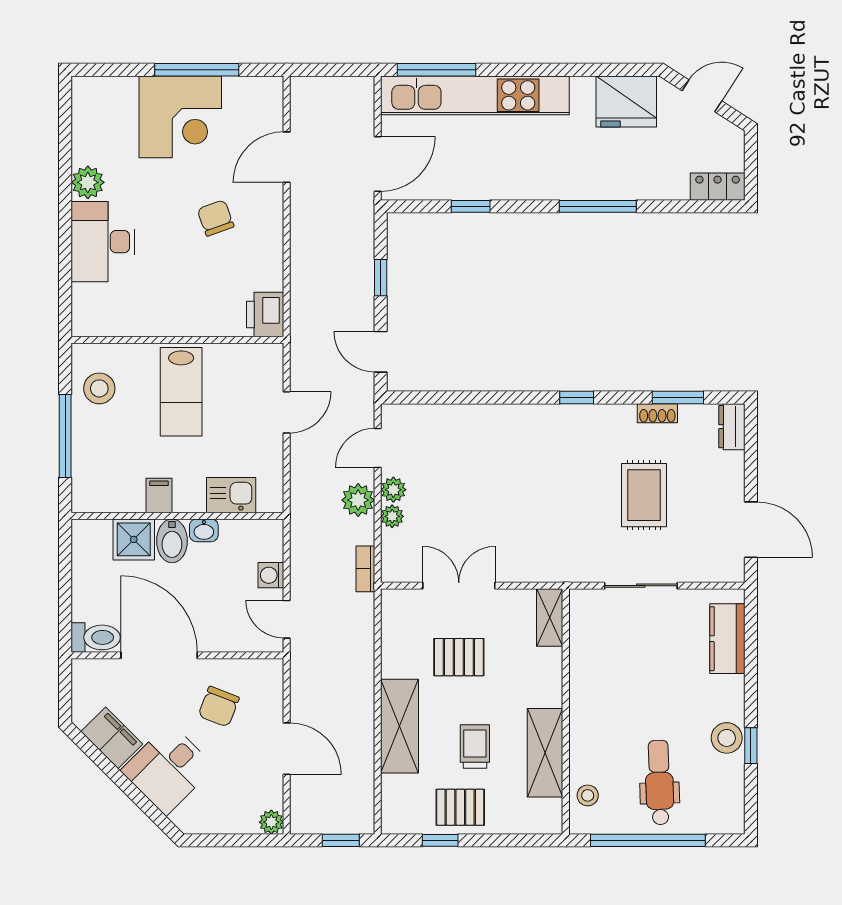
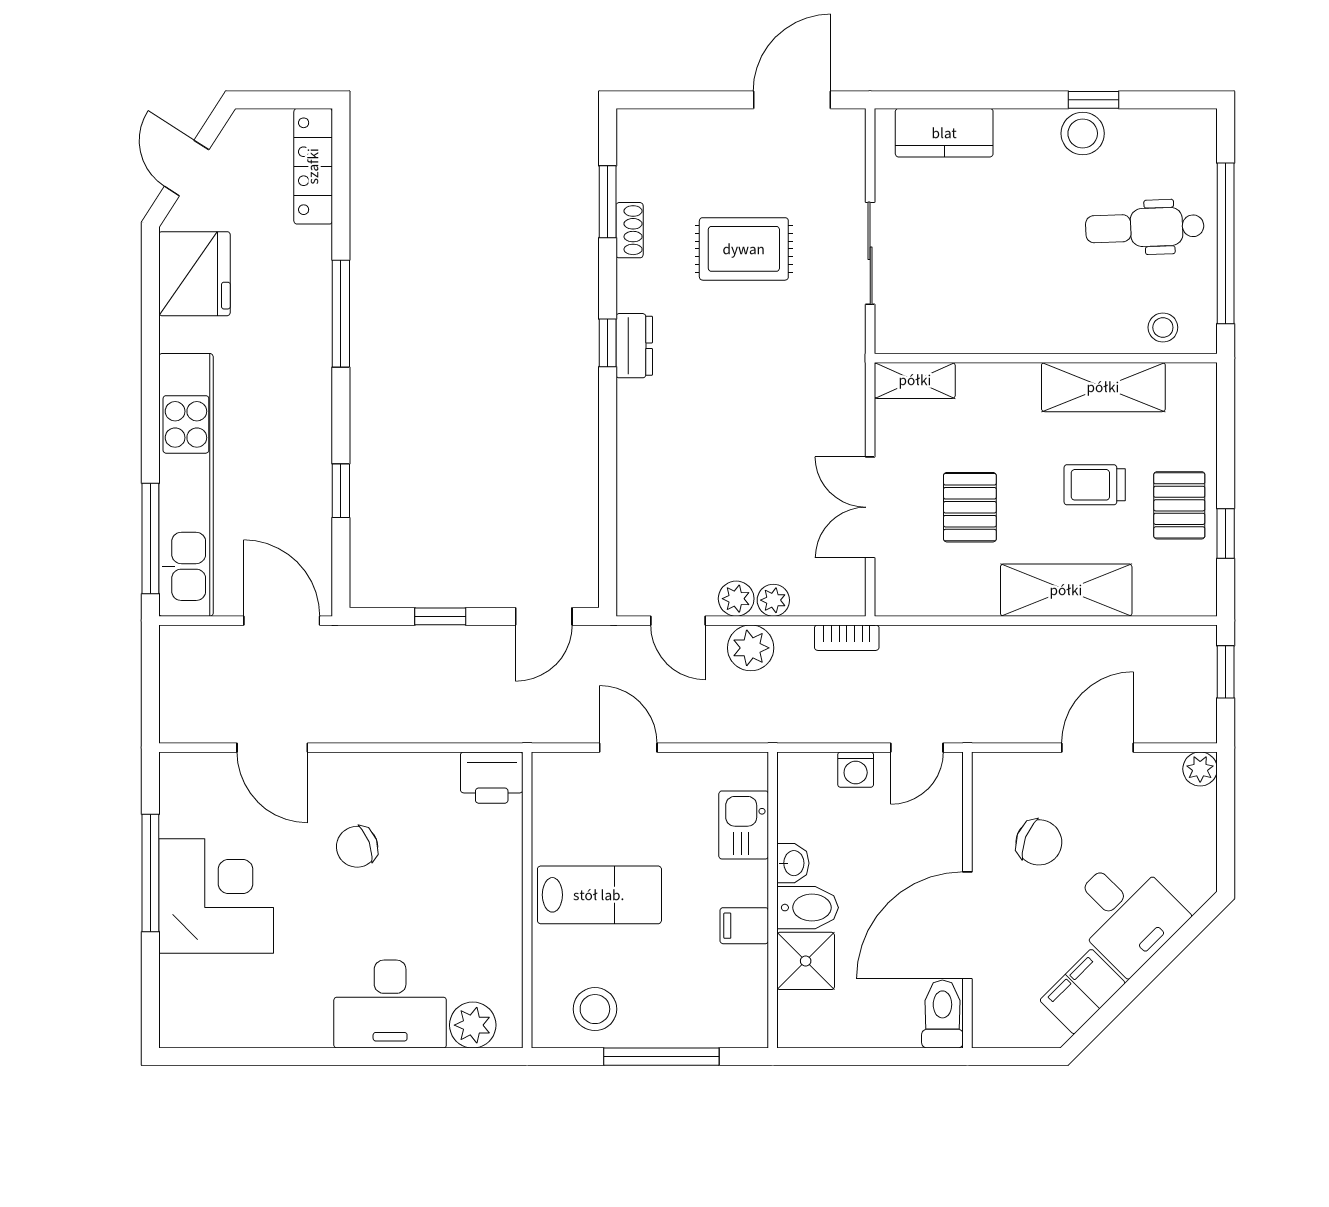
plant: (88, 182) -> (473, 1025), moved
locker: (718, 187) -> (313, 166), width x1.53
dresser: (732, 427) -> (634, 346), moved, turned -90

